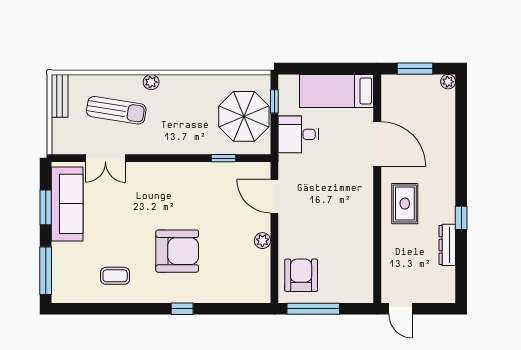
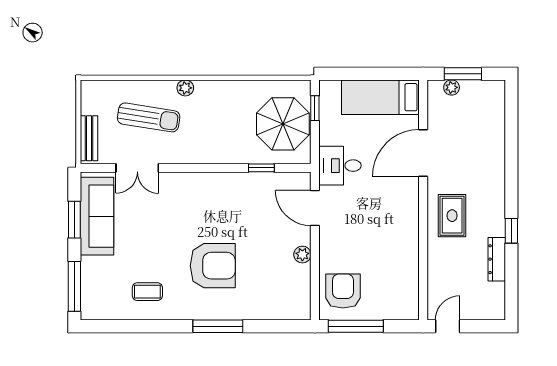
plant: (448, 82) -> (452, 87), moved
bench: (60, 96) -> (89, 138), moved
desk: (298, 134) -> (340, 166), moved
door: (377, 144) -> (423, 153), swing flipped
window: (182, 309) -> (218, 326), width x2.17
door: (401, 309) -> (448, 326), swing flipped

